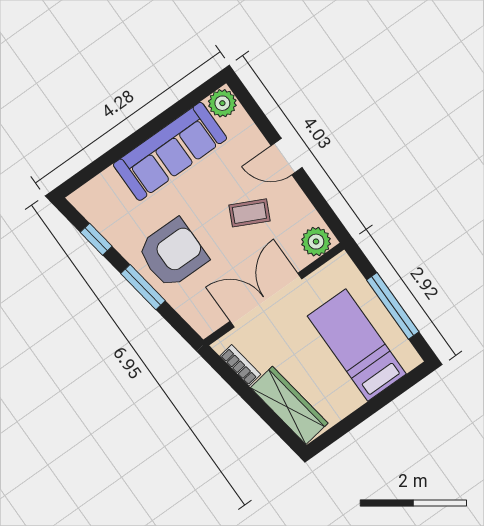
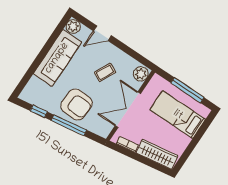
door: (287, 157) -> (102, 33), moved
armchair: (173, 253) -> (77, 105), turned 93
window: (143, 287) -> (69, 125), width x1.44

